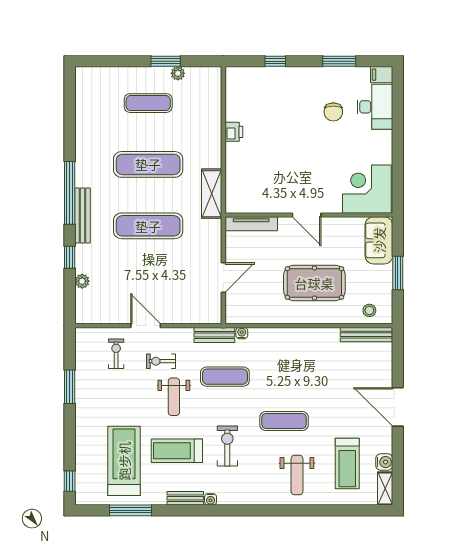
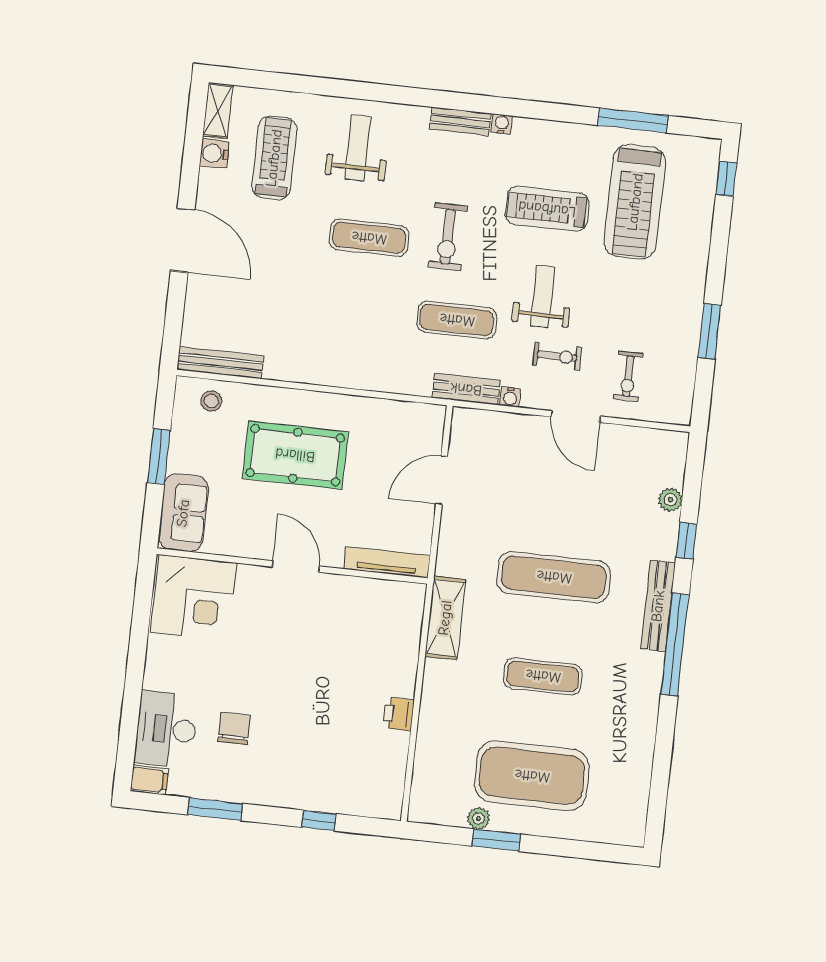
exercise mat: (148, 103) -> (532, 776), width x2.00, depth x1.45
exercise mat: (148, 164) -> (543, 676), width x0.73, depth x0.69
water cooler: (242, 333) -> (510, 397), moved
exercise bike: (227, 446) -> (448, 237), moved
treadmill: (177, 451) -> (547, 209), turned 180
bench: (185, 498) -> (460, 121), moved

